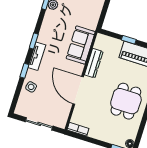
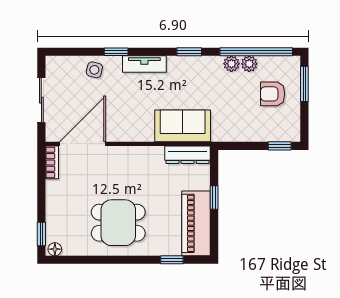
window: (34, 41) -> (189, 52), moved
dresser: (94, 63) -> (188, 155), moved
door: (78, 90) -> (83, 144), moved

